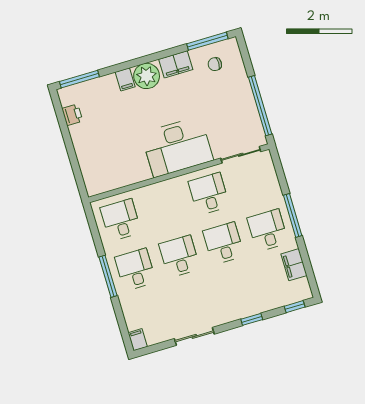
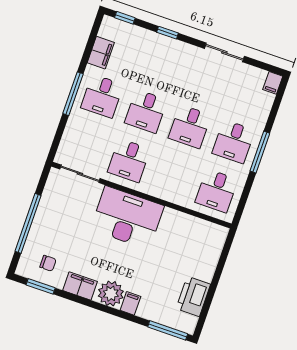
window: (207, 41) -> (41, 286), width x0.69
window: (260, 106) -> (28, 223), moved
printer: (72, 115) -> (193, 296), width x1.87, depth x1.48

